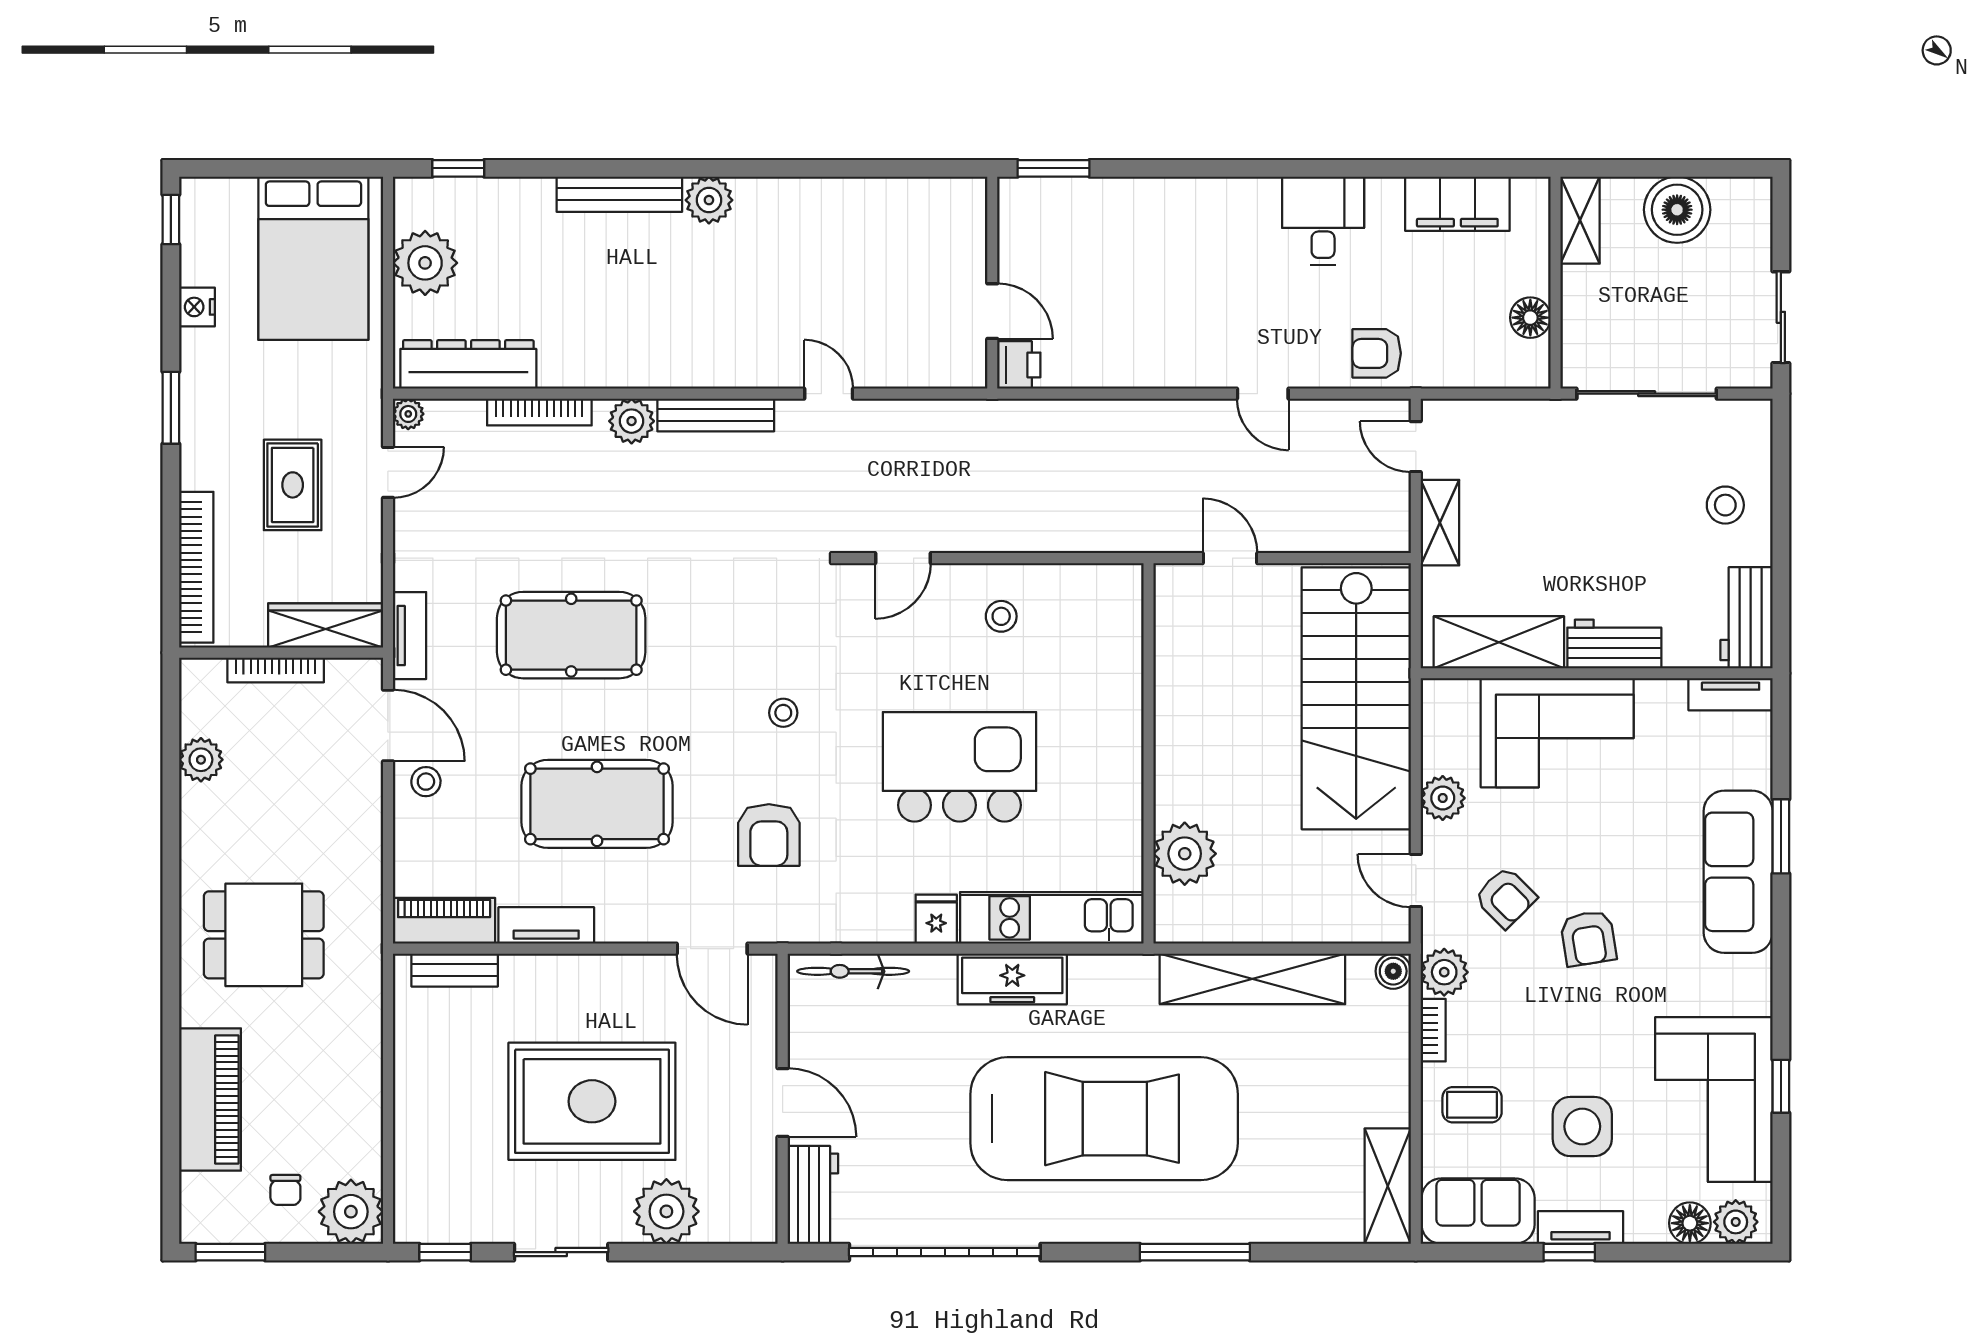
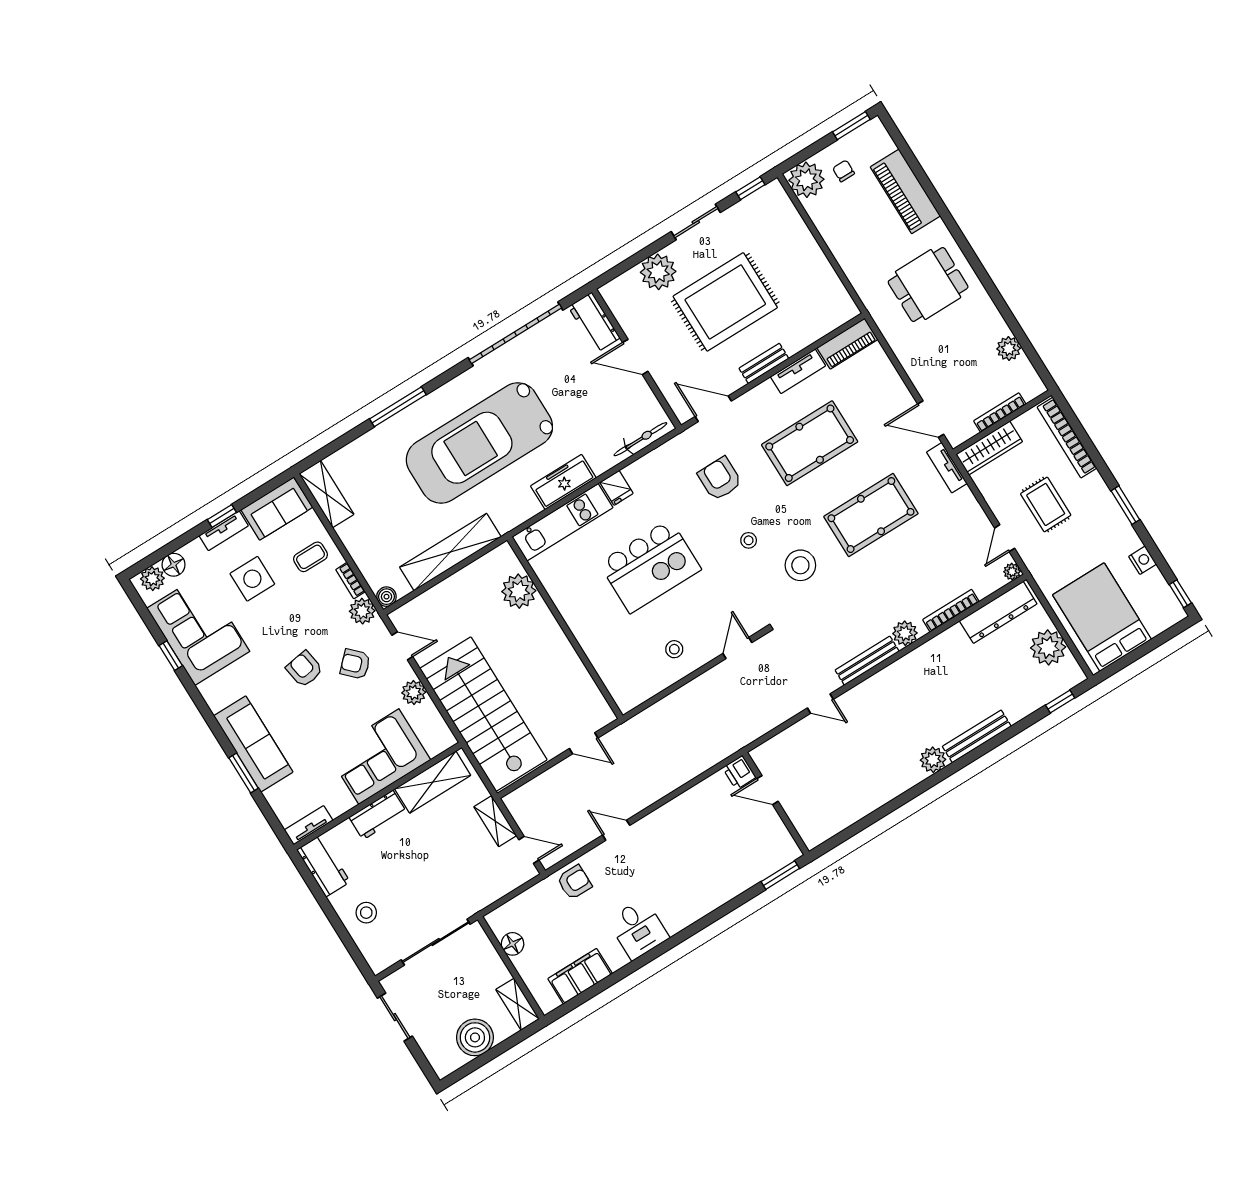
stool: (426, 782) -> (800, 565), moved, width x1.89, depth x1.89
bench: (455, 970) -> (764, 363), moved

